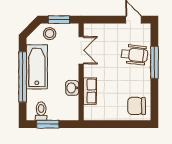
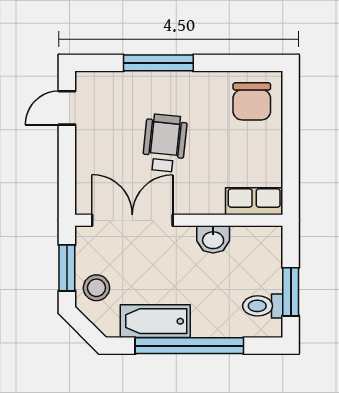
double door: (81, 50) -> (132, 220), width x1.37
wheelchair: (134, 55) -> (165, 143), moved
bathtub: (37, 67) -> (155, 321), width x0.73, depth x0.73
row of seats: (90, 91) -> (254, 201), moved

